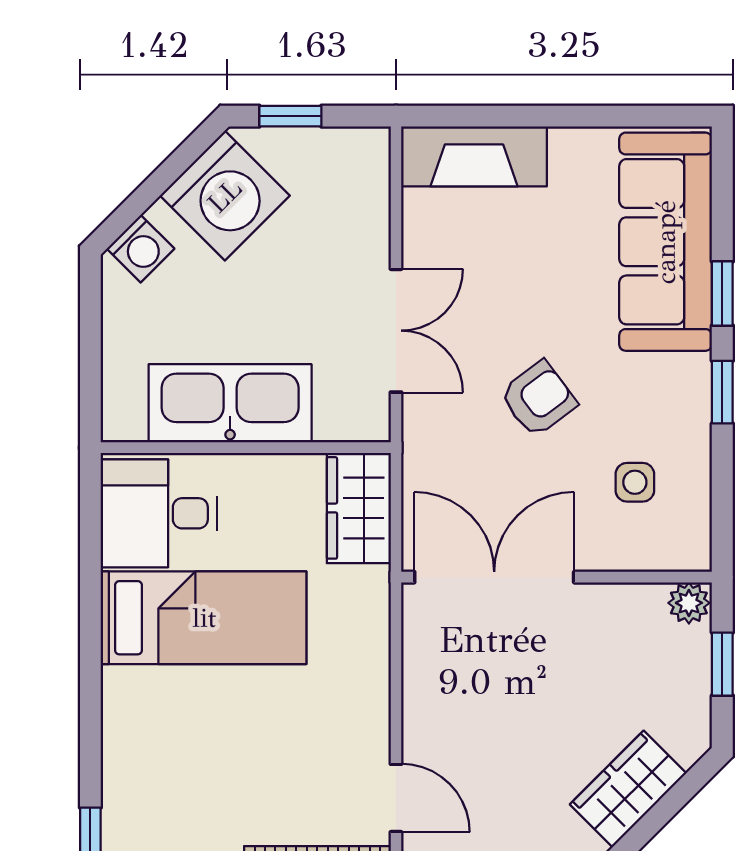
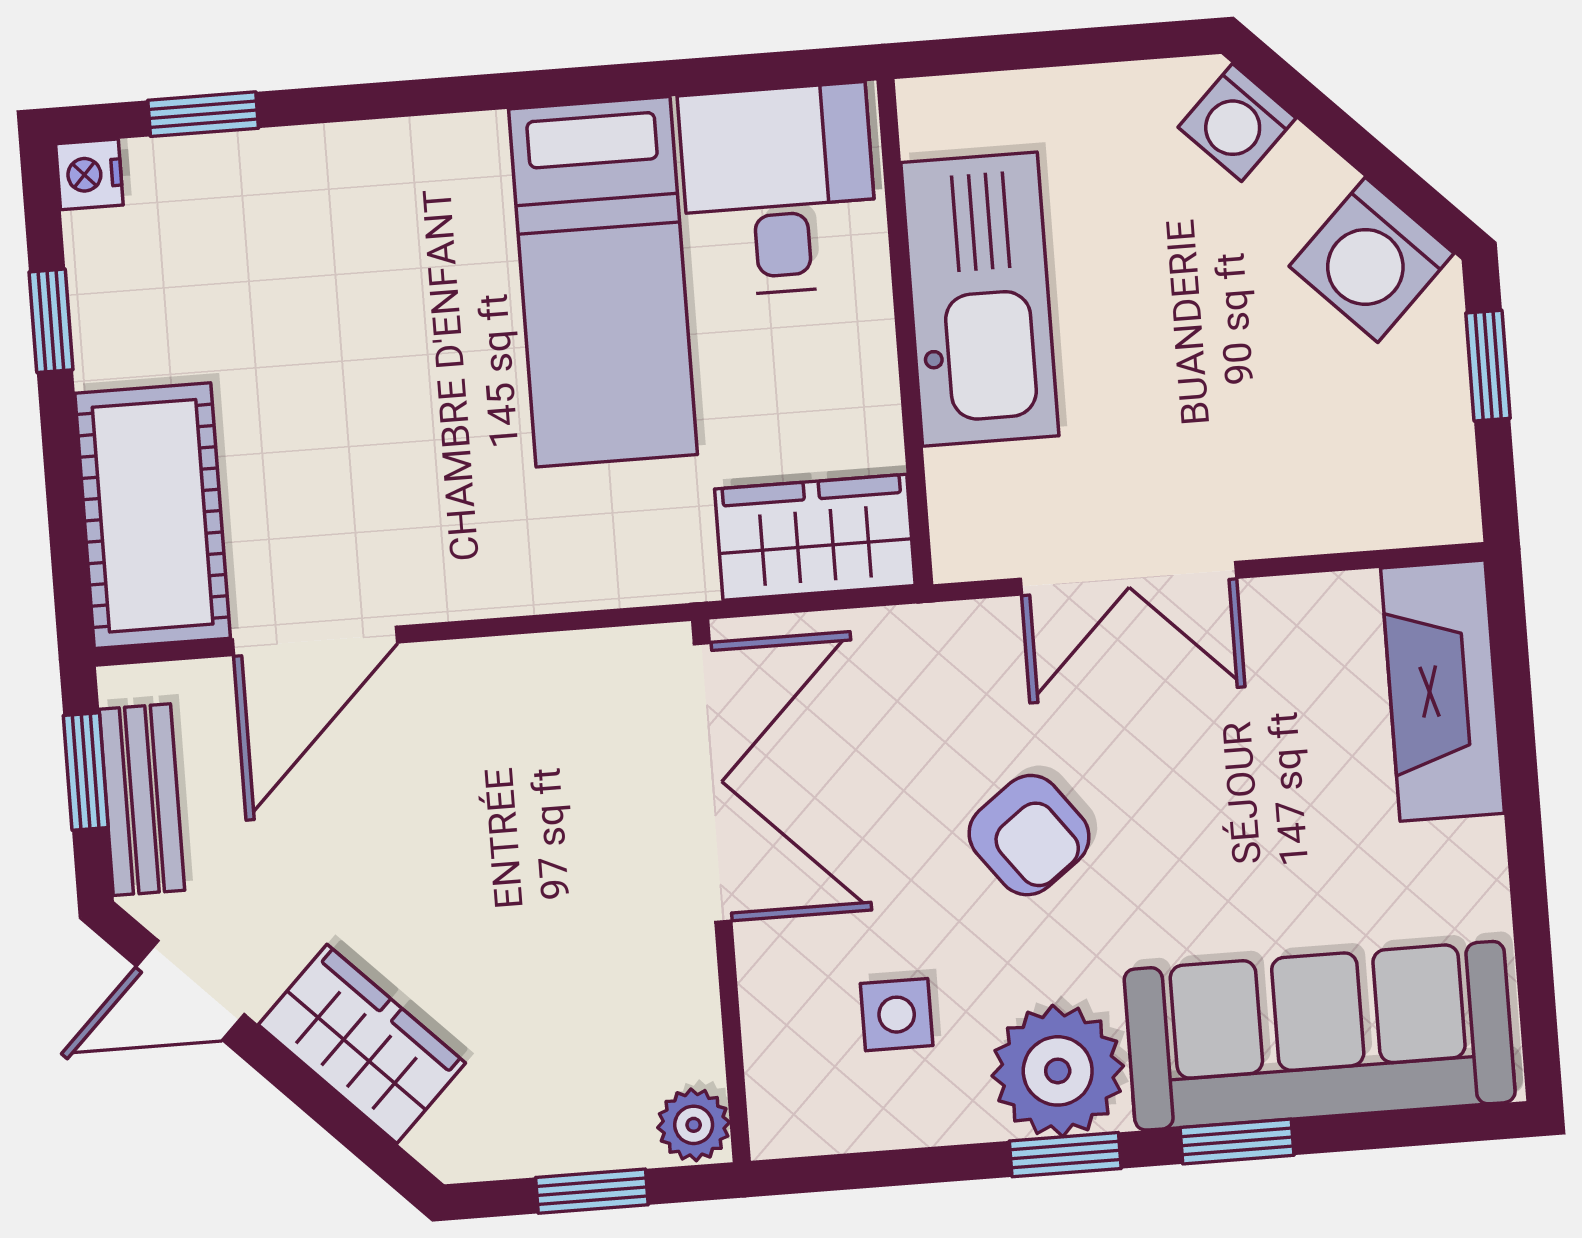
washing machine: (225, 196) -> (1371, 260), width x0.73, depth x0.73
plant: (674, 393) -> (1058, 1071), added
door: (396, 798) -> (315, 641), width x1.38

